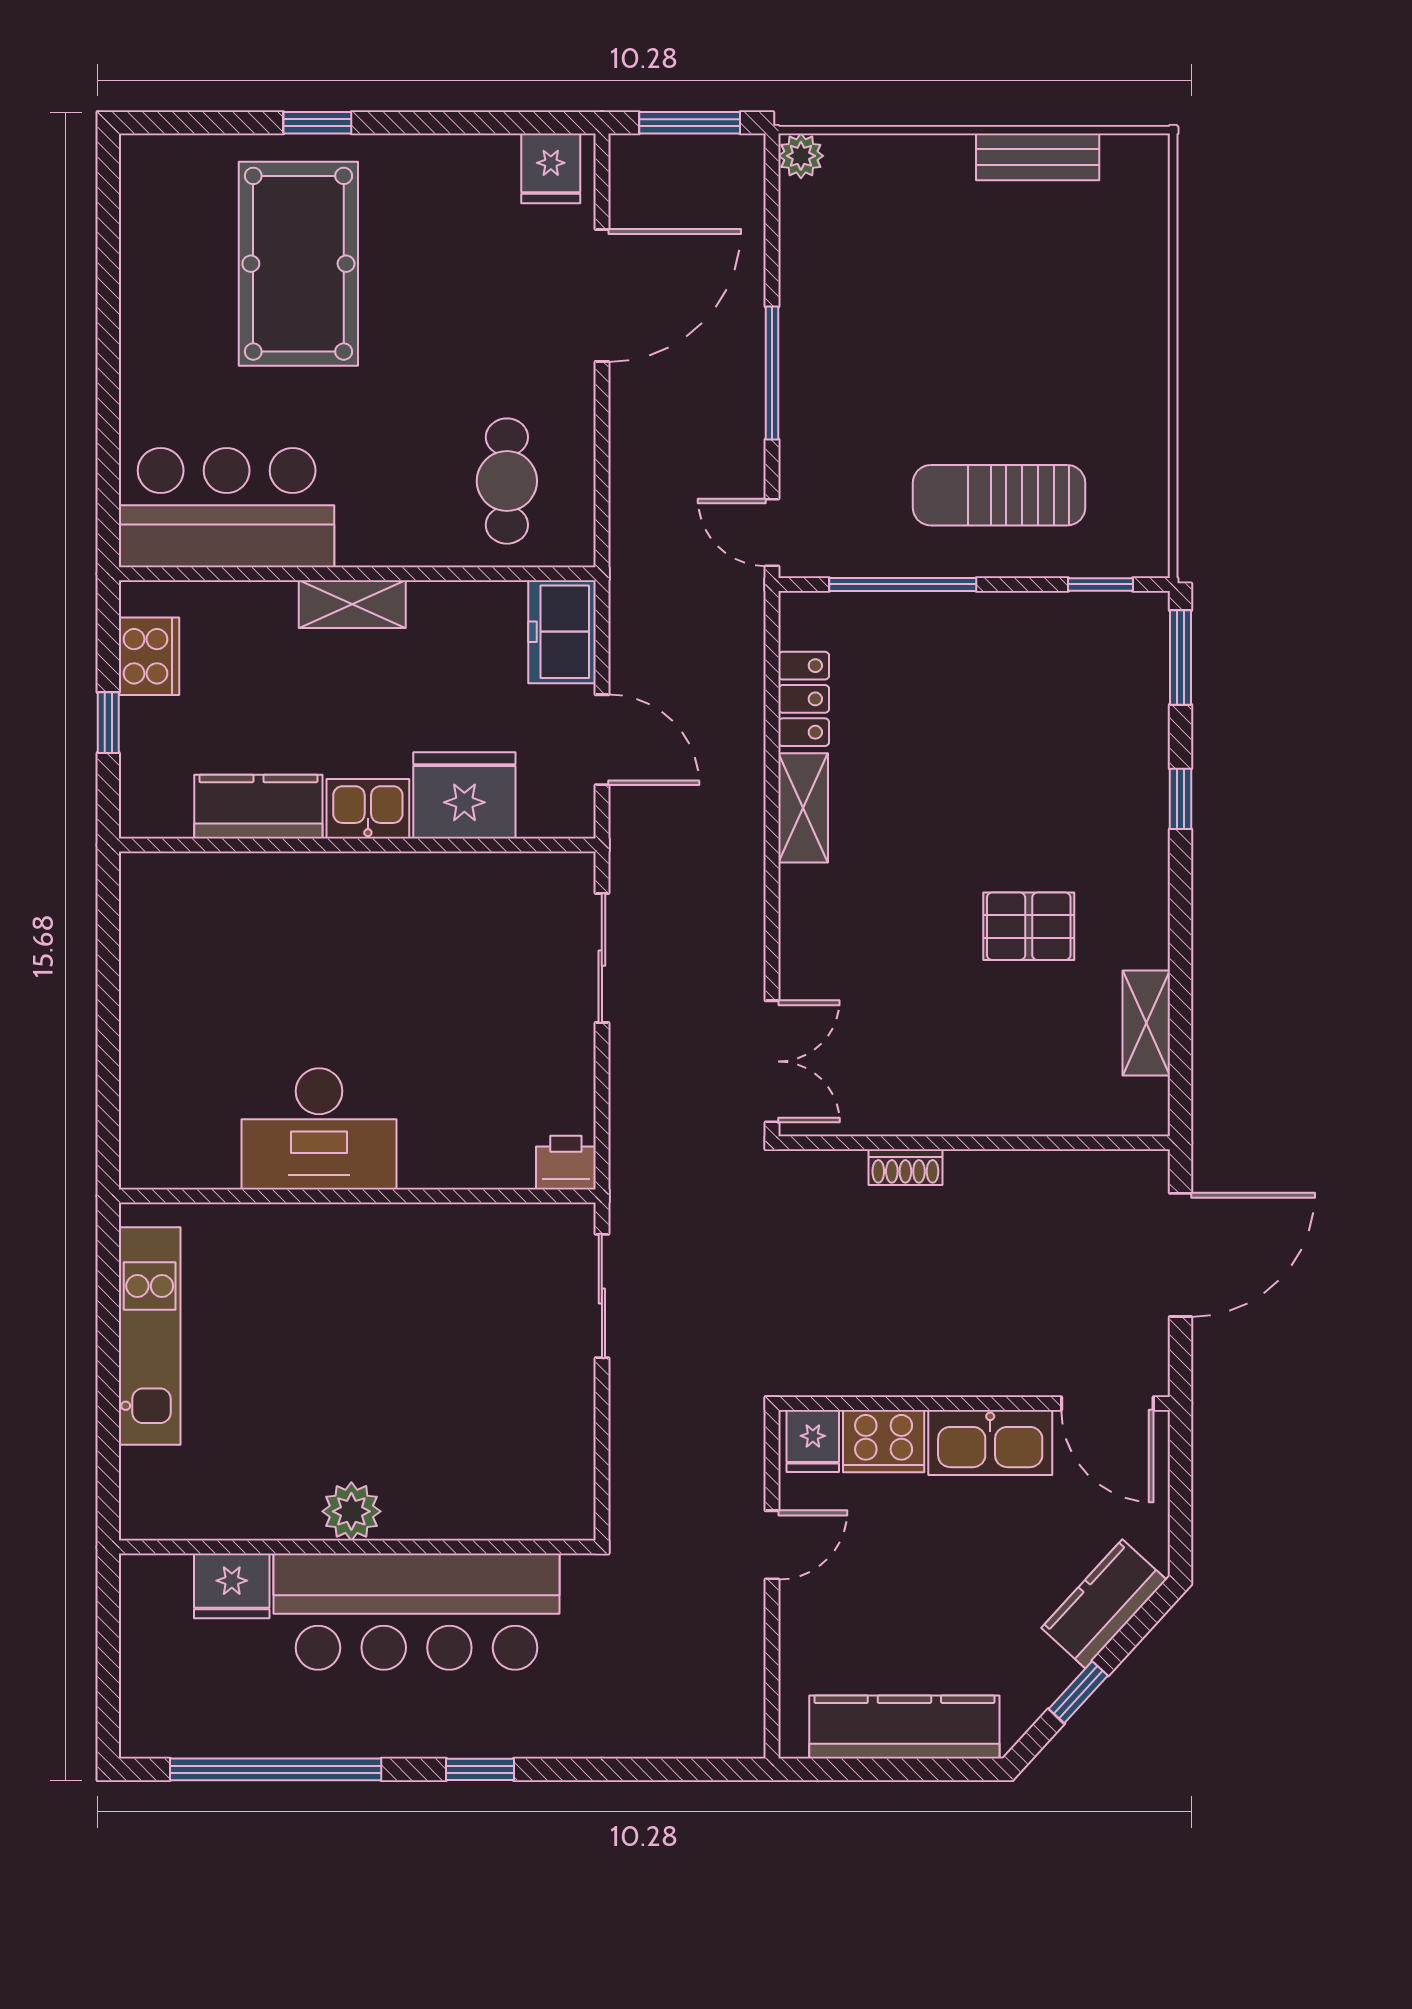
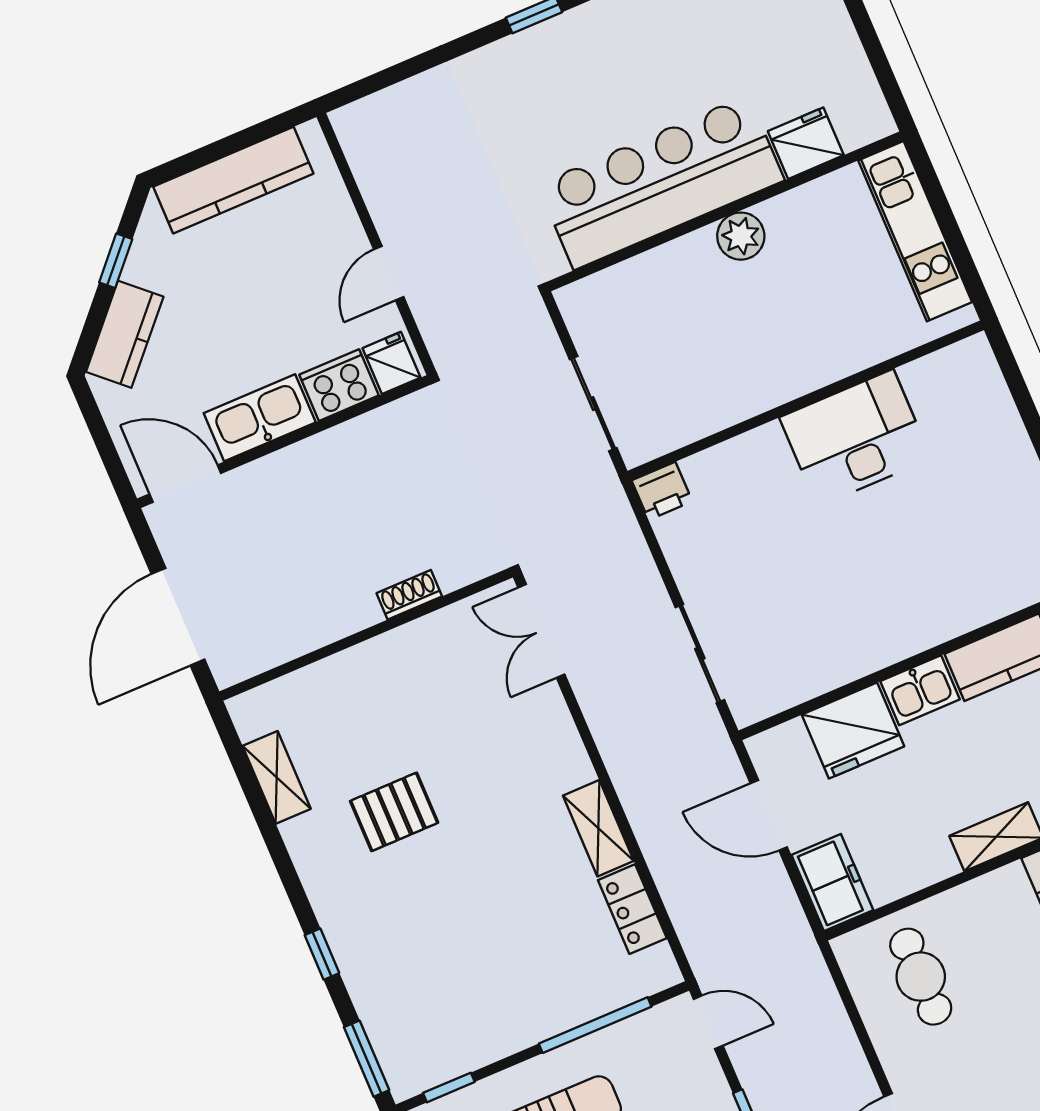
plant: (351, 1511) -> (741, 236), moved
wall: (357, 1547) -> (725, 211), moved
fridge: (232, 1586) -> (806, 143), moved
bar counter: (417, 1612) -> (661, 182), moved

